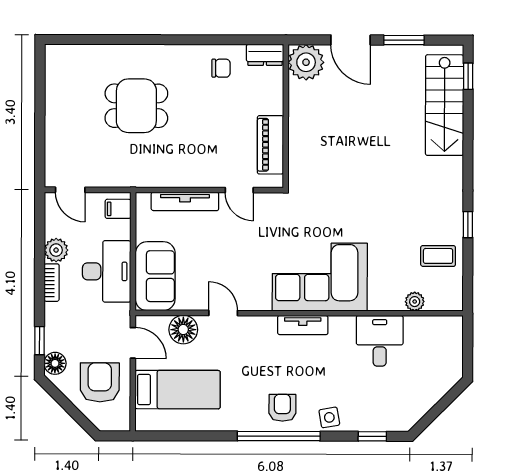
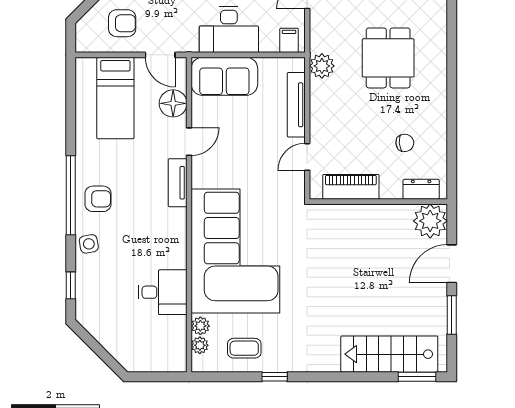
dresser: (265, 55) -> (421, 189), moved, turned 90
chair: (221, 68) -> (405, 143), moved, turned -95
window: (468, 76) -> (417, 377), width x1.50
plant: (145, 175) -> (322, 66), added
coffee table: (438, 256) -> (244, 348), turned 90
corner sofa: (320, 277) -> (235, 251), width x1.36, depth x1.36
plant: (435, 302) -> (200, 345), added
tv unit: (303, 325) -> (178, 183), moved
door: (133, 343) -> (160, 55), hinge flipped
armchair: (100, 382) -> (122, 23), width x0.72, depth x0.72

